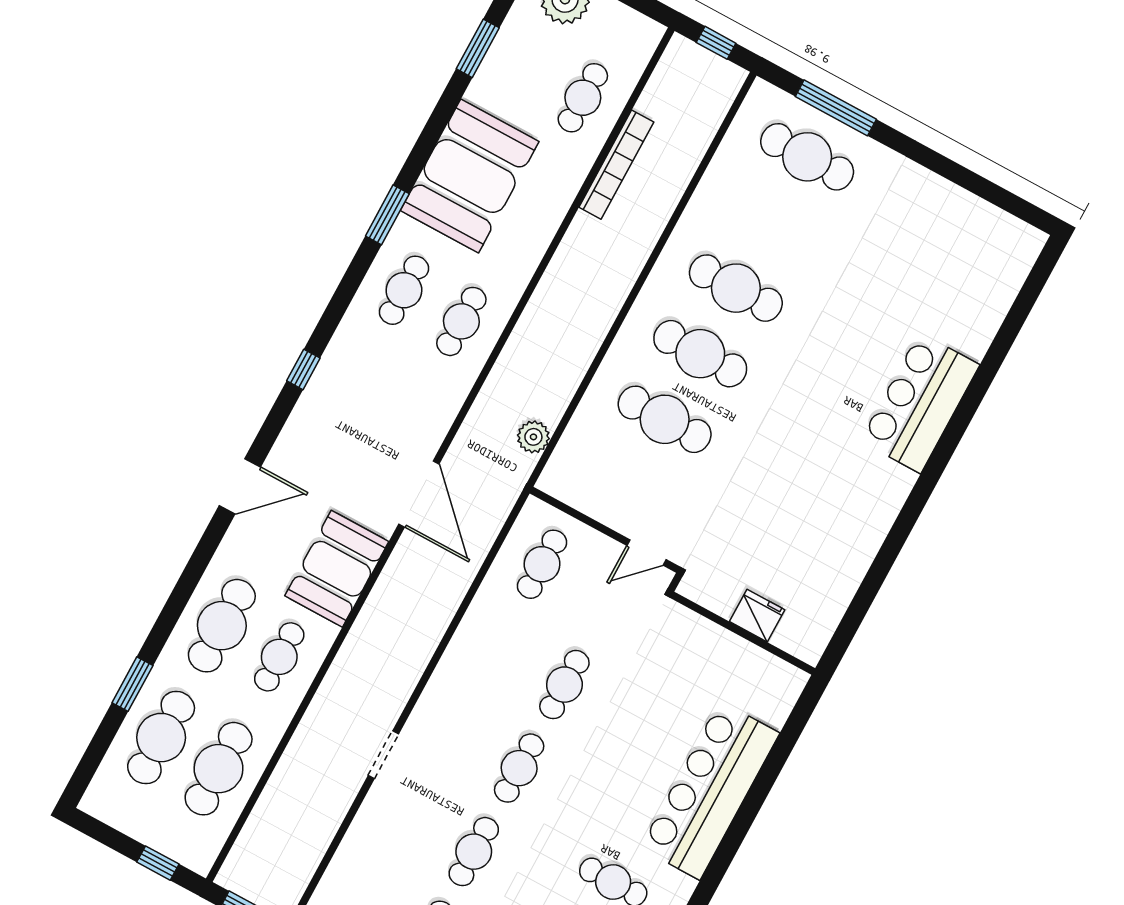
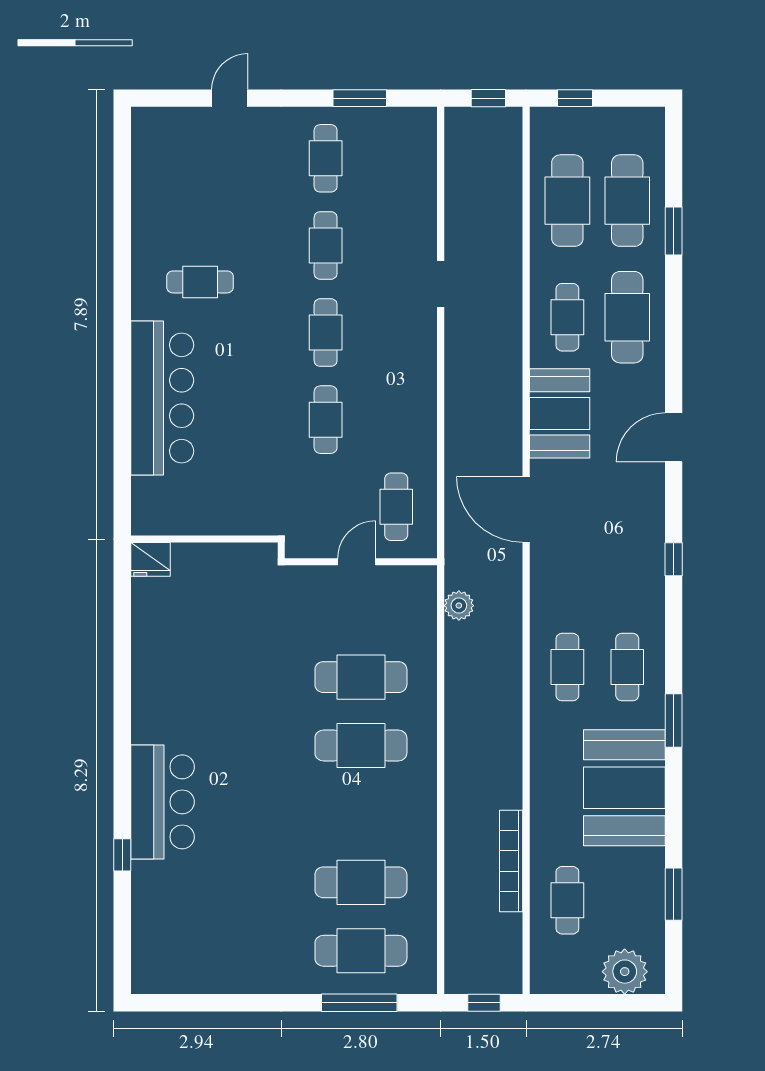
cafe table: (736, 288) -> (361, 882), moved
window: (986, 373) -> (122, 855), added
door: (646, 553) -> (357, 562), moved
fridge: (757, 616) -> (151, 559), moved

